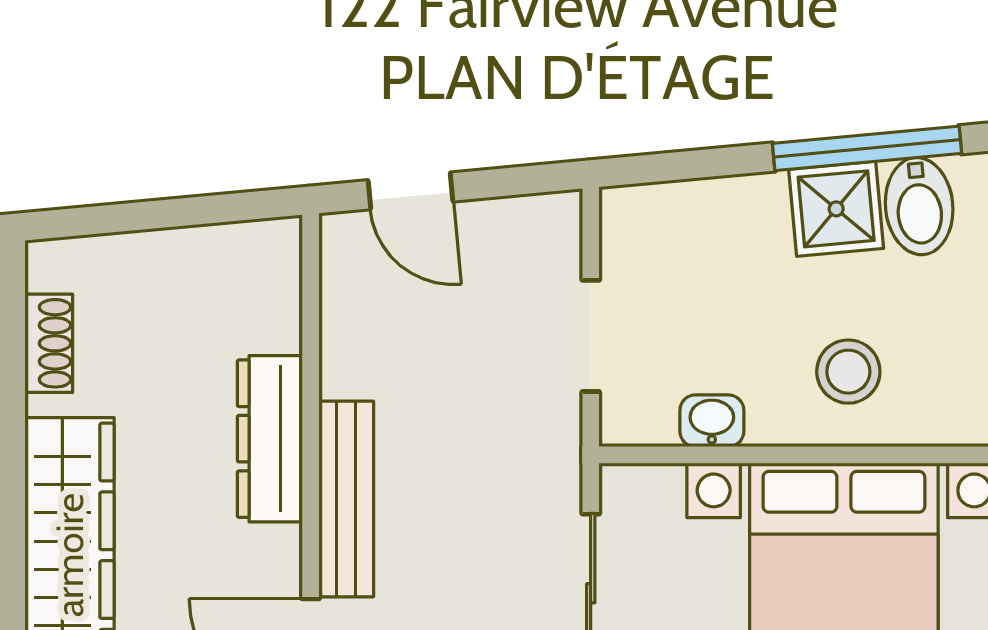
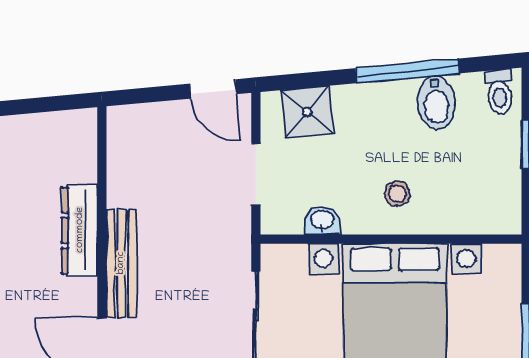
door: (411, 191) -> (213, 89), moved
shower: (836, 209) -> (307, 112), moved
stool: (848, 372) -> (397, 193), width x0.73, depth x0.73

